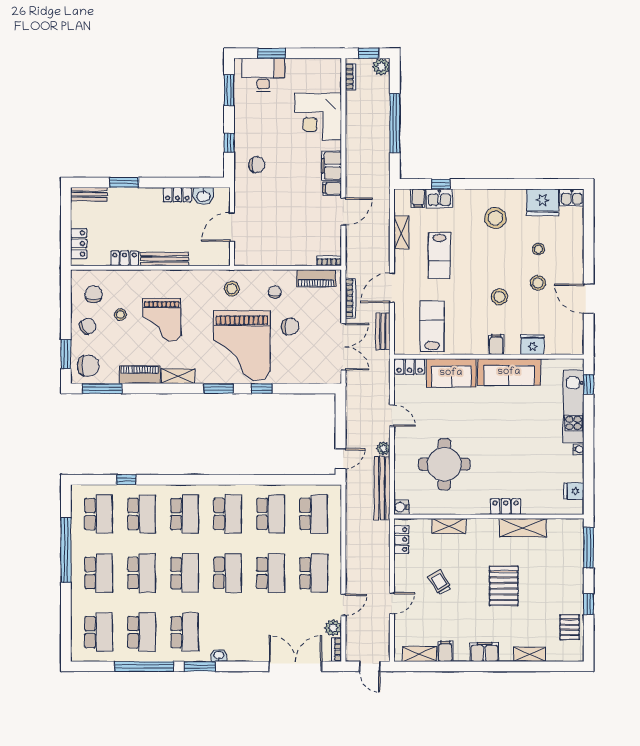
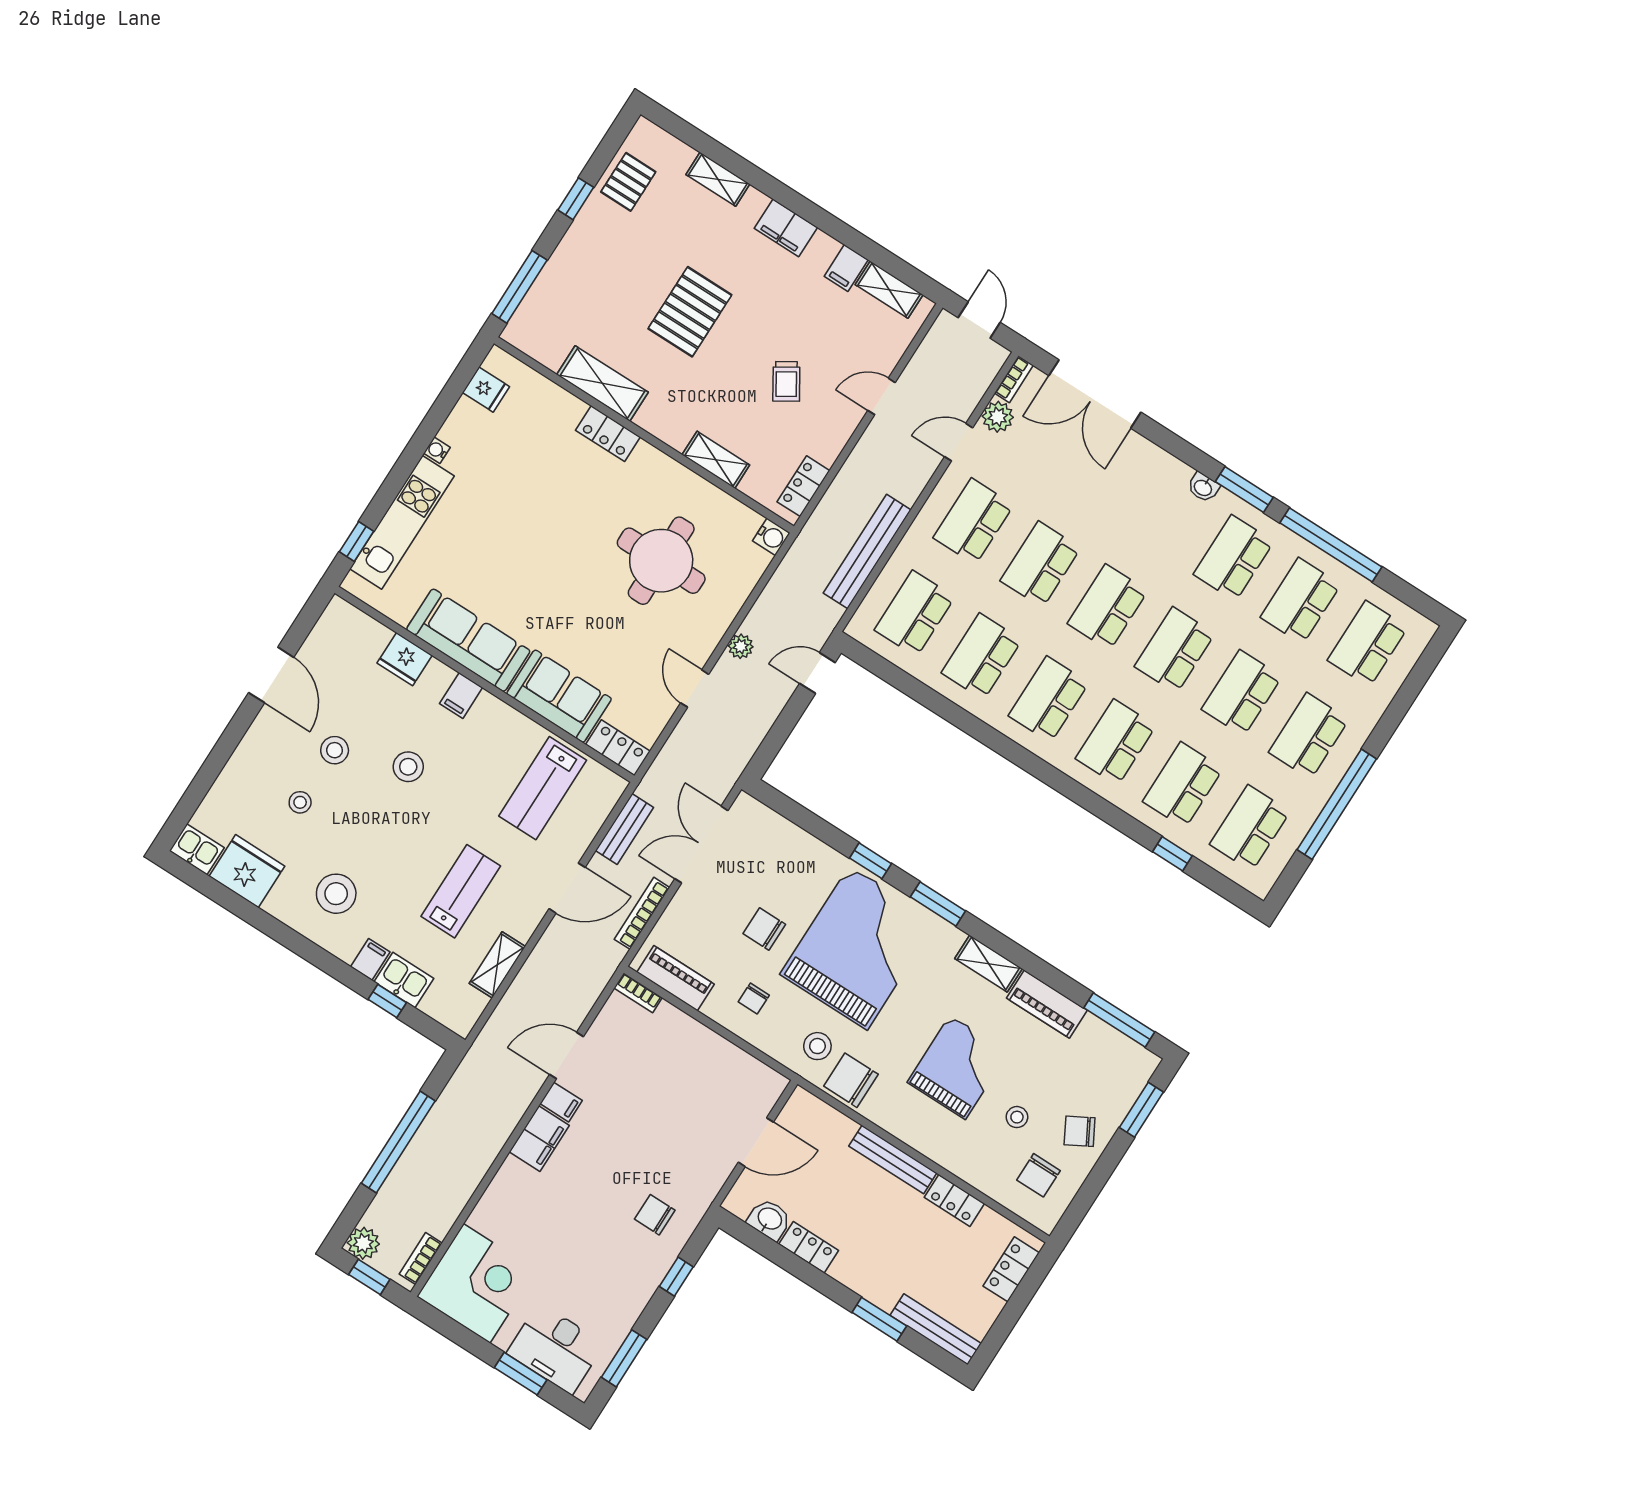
corner desk: (318, 117) -> (477, 1283), moved
bench: (89, 194) -> (936, 1329), width x1.36
filing cabinet: (418, 198) -> (370, 959), moved
chair: (88, 366) -> (851, 1080), moved
bench: (382, 488) -> (867, 551), moved

